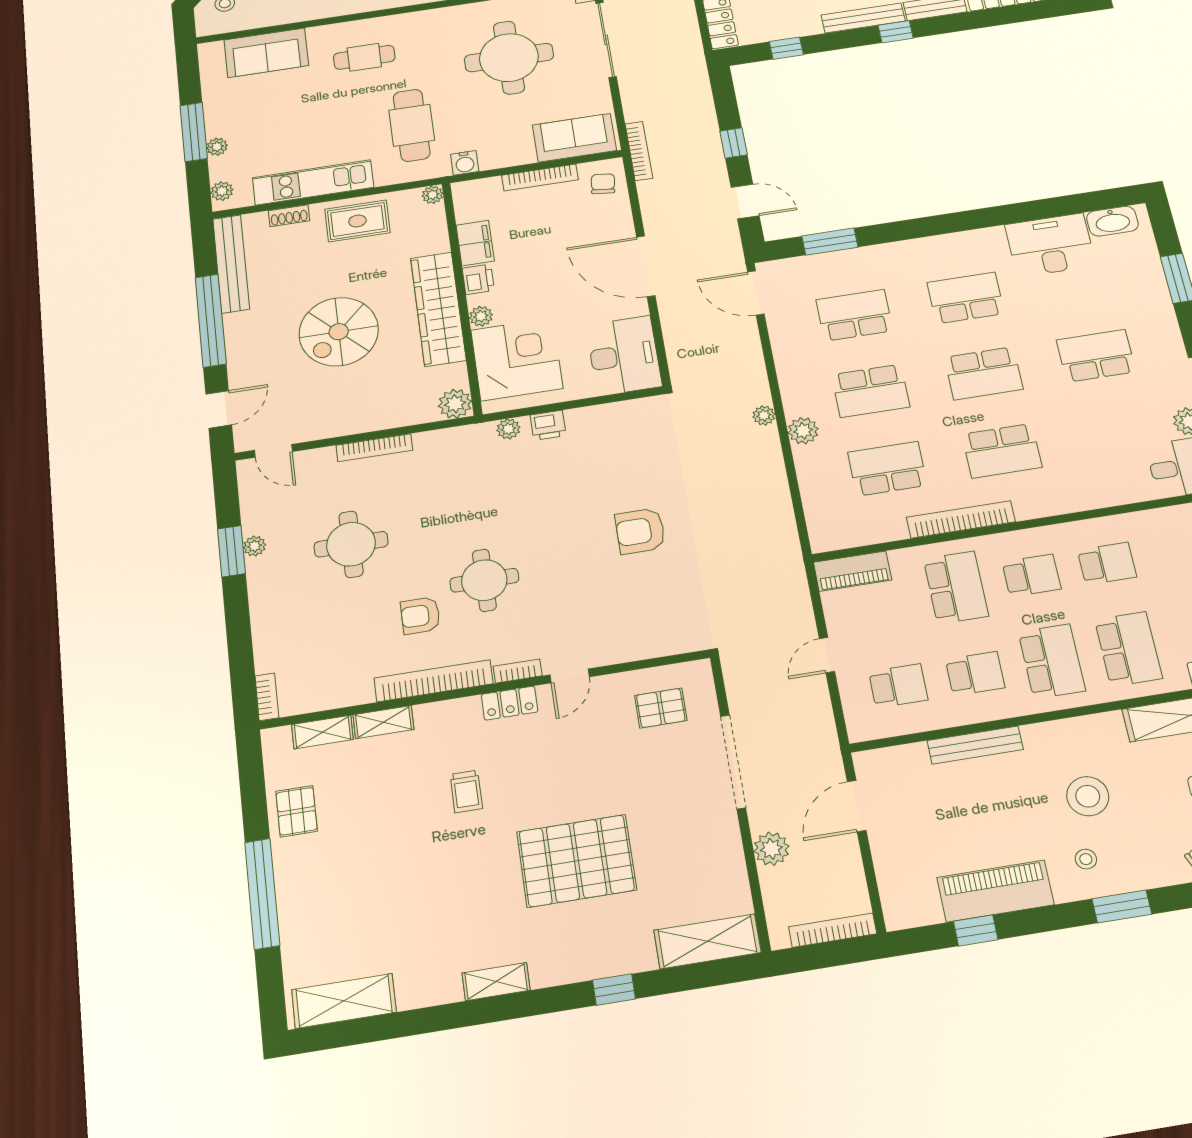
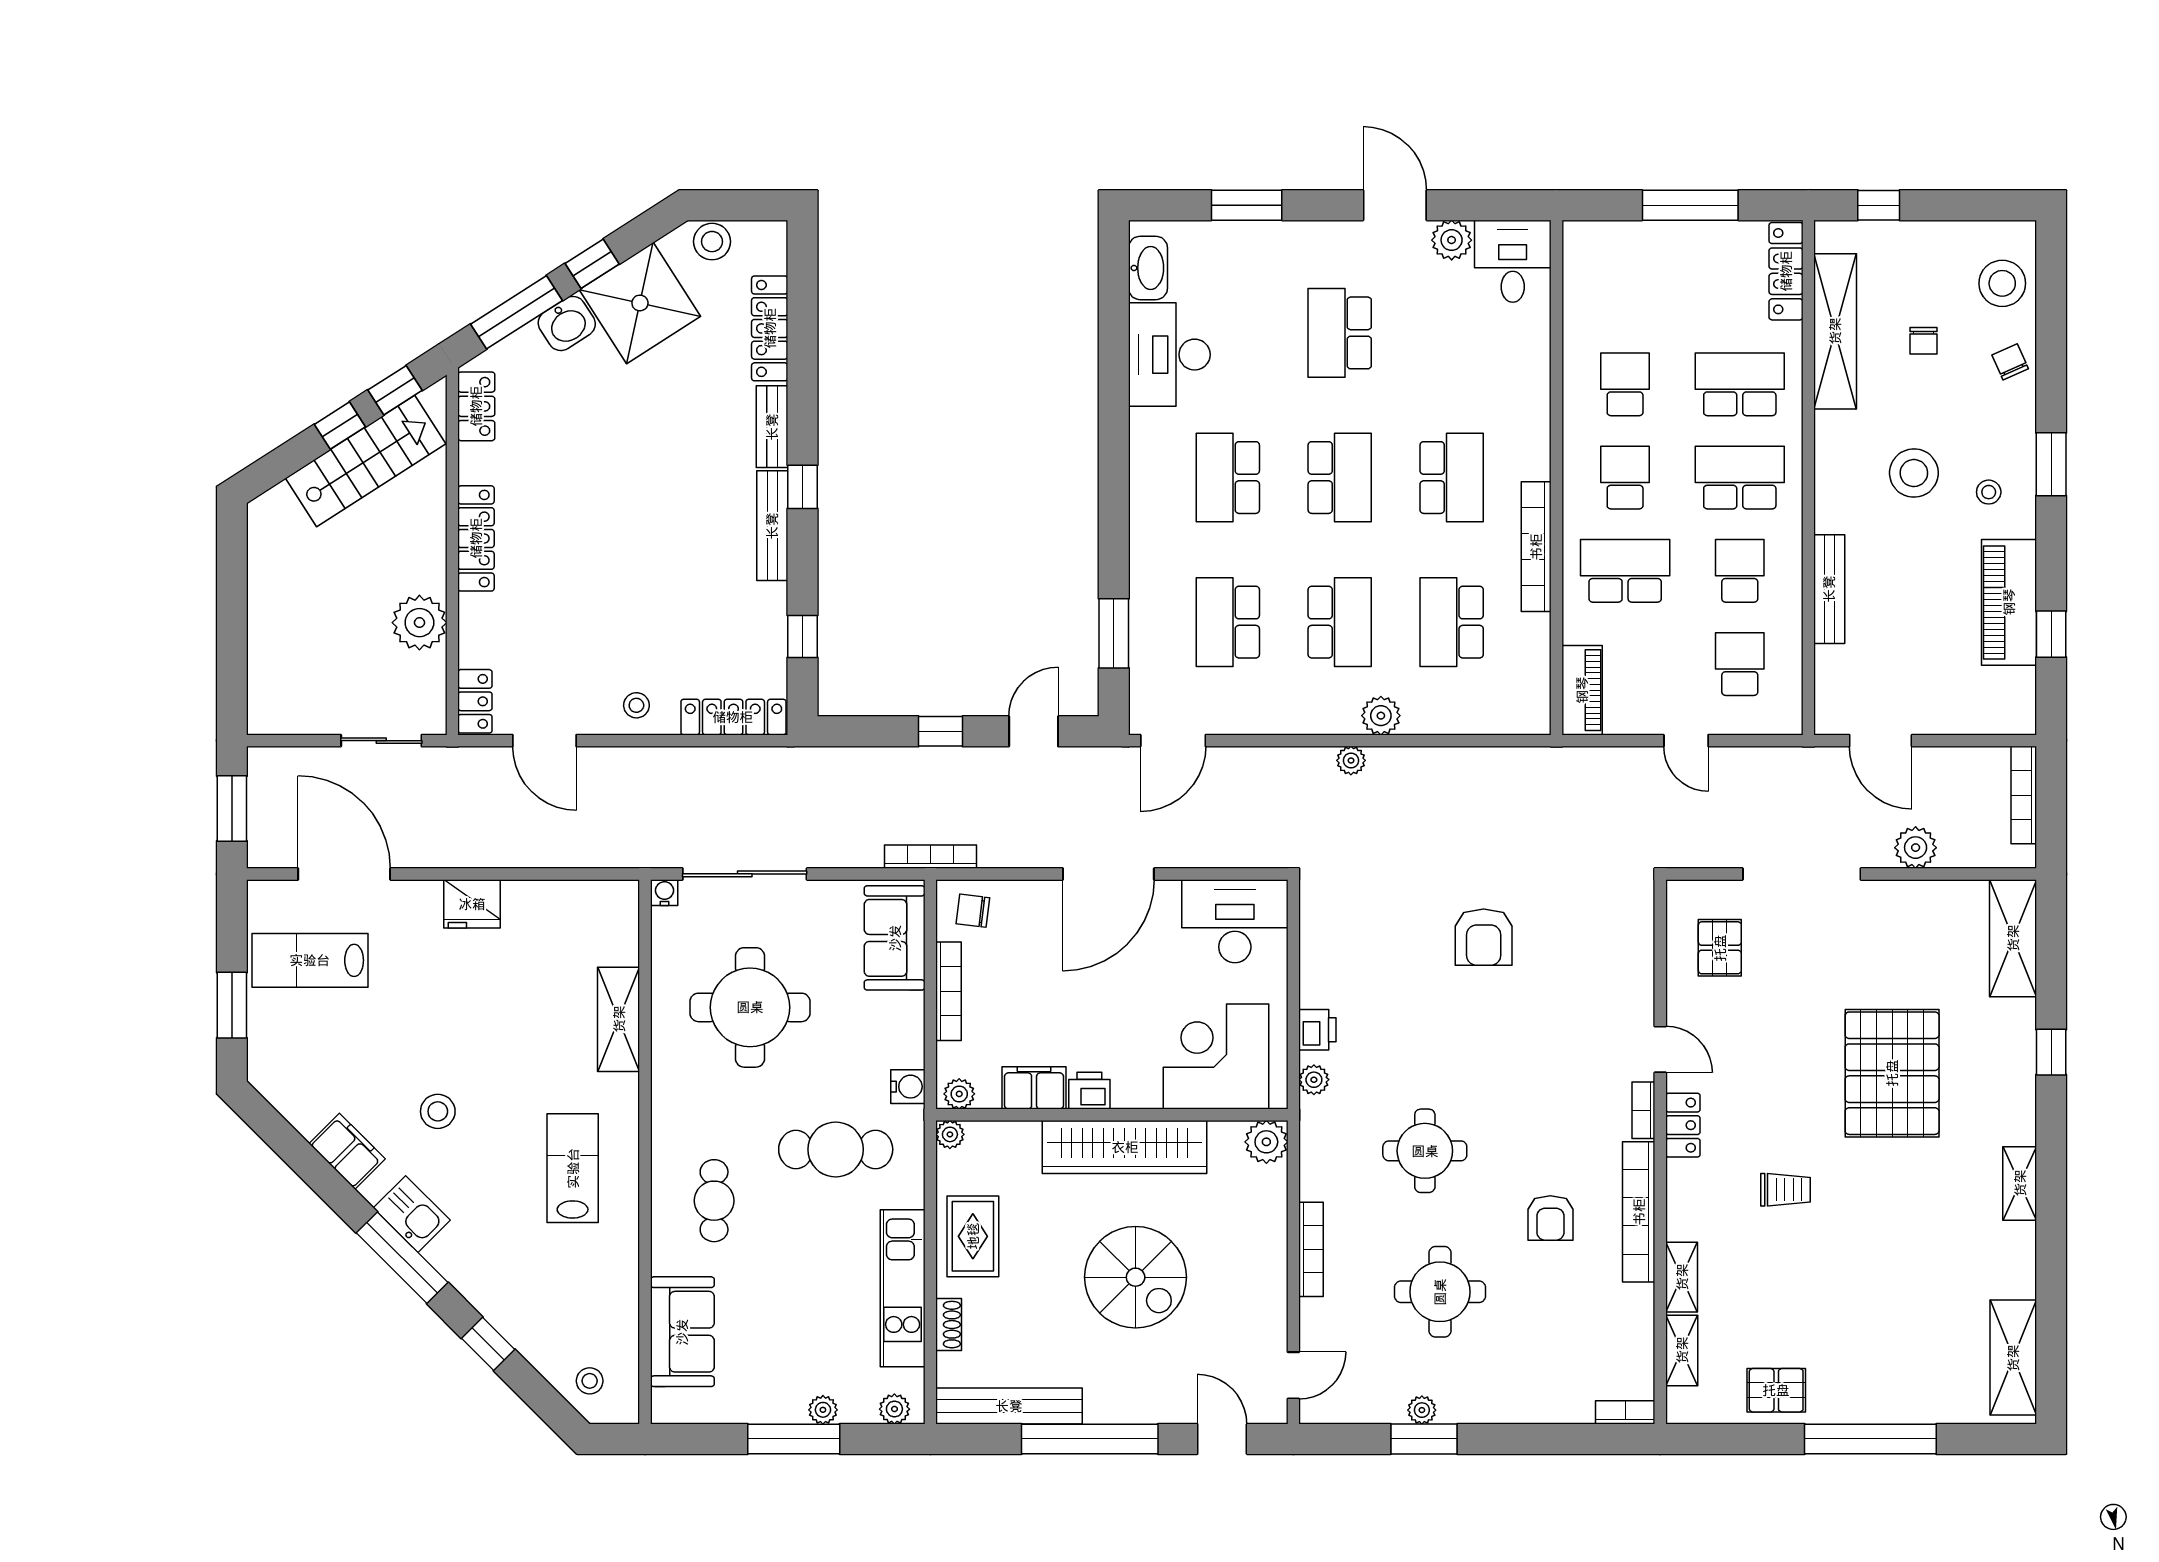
plant: (481, 316) -> (959, 1094), moved
round table: (484, 580) -> (1425, 1151), moved

